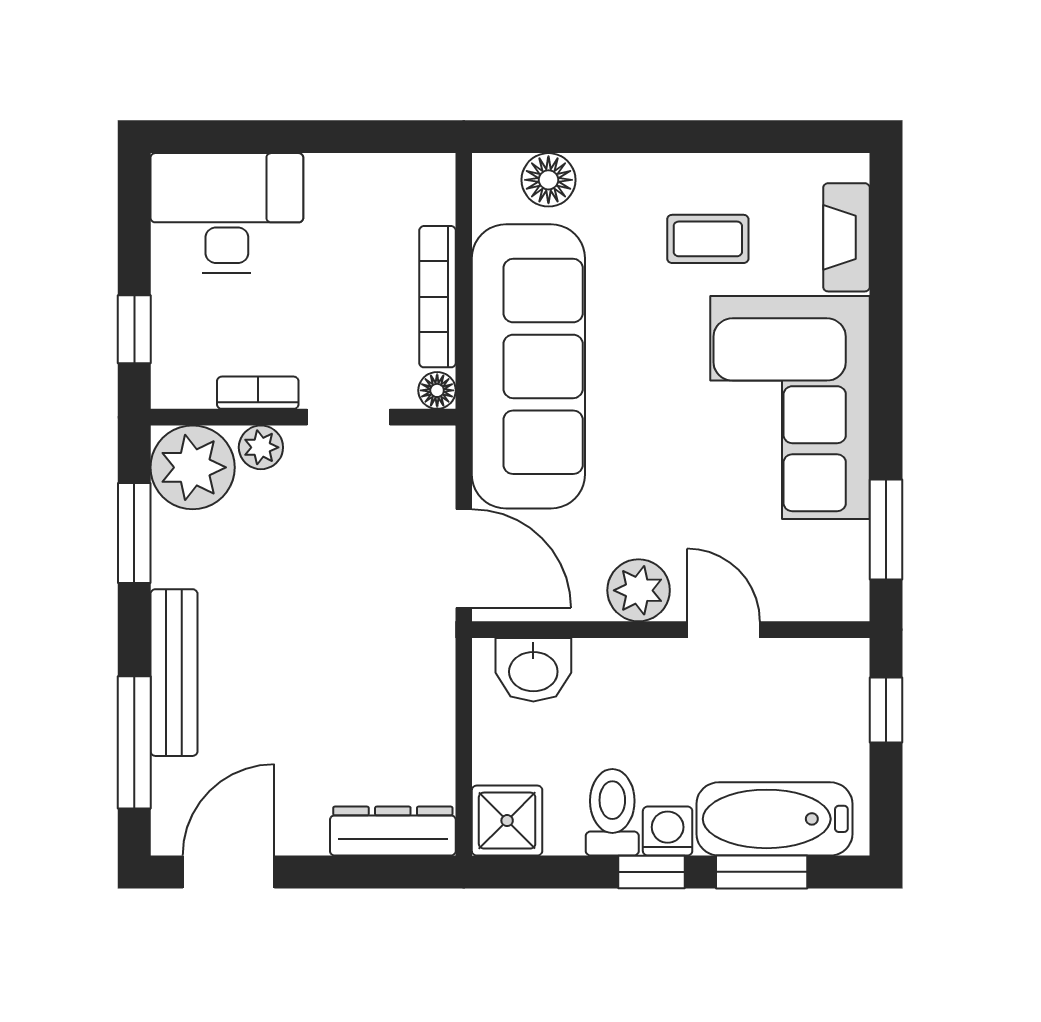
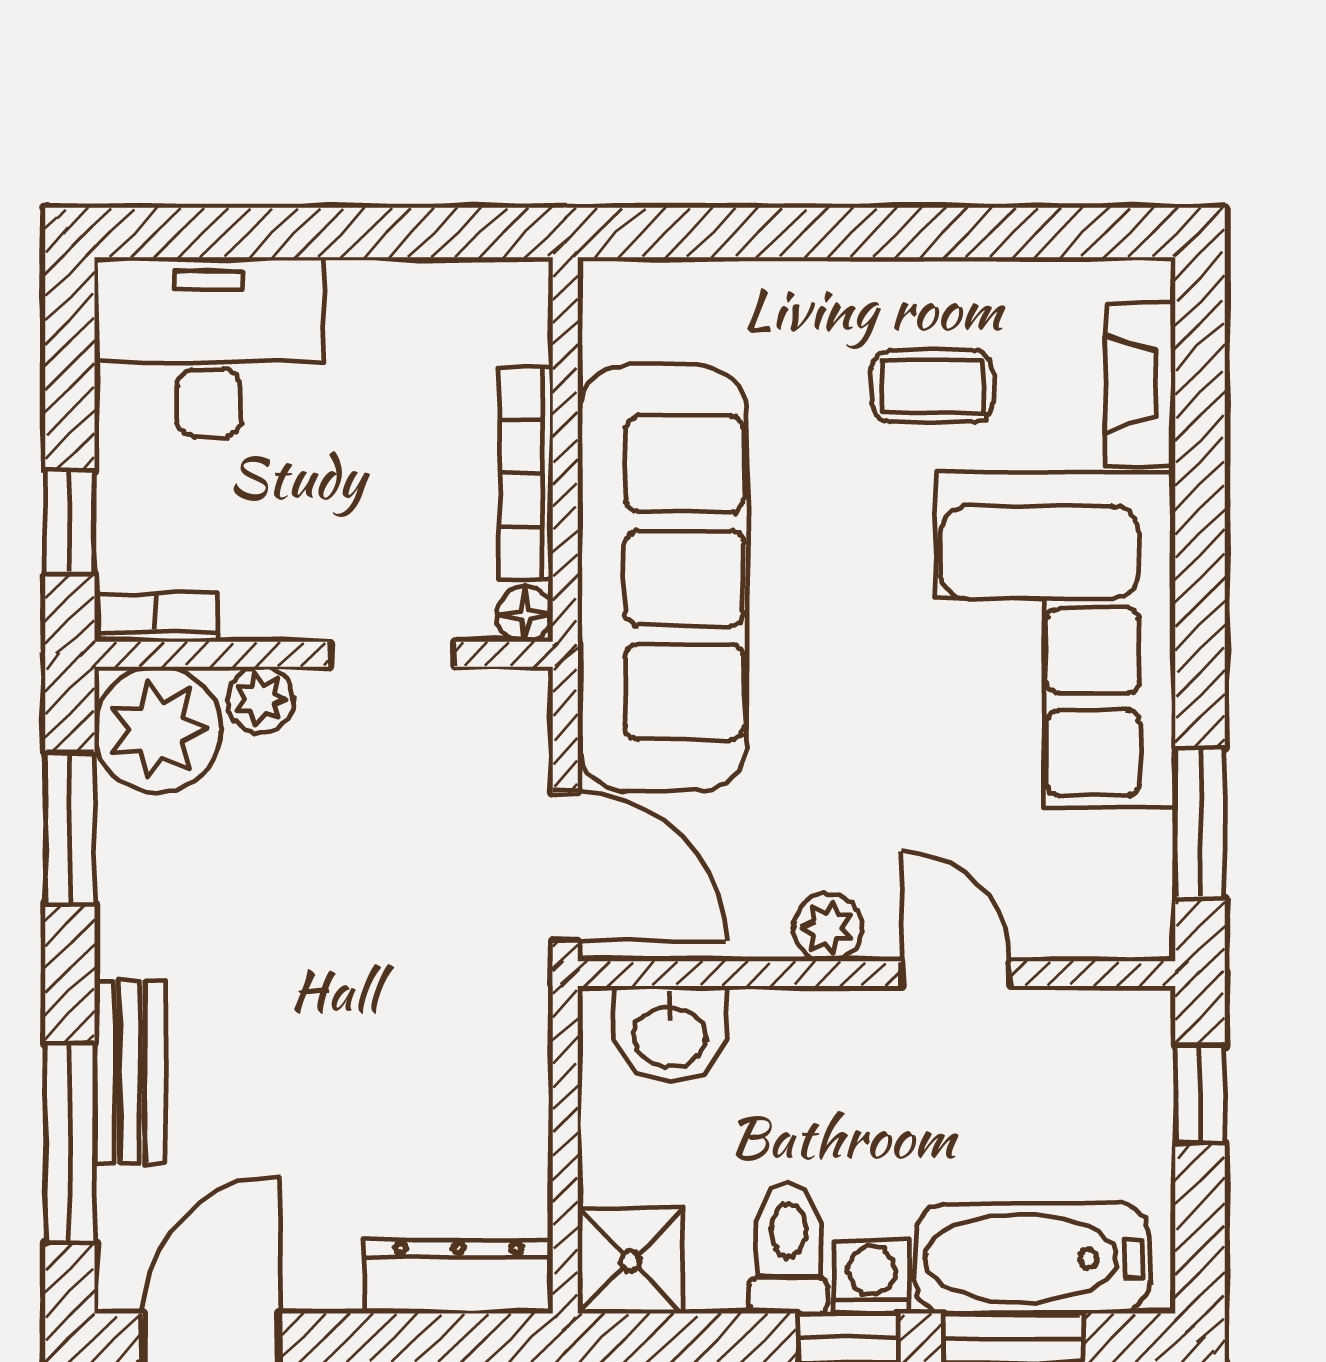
floor lamp: (548, 180) -> (693, 297), removed
bookcase: (258, 393) -> (155, 618), moved
plant: (639, 590) -> (828, 927), width x0.73, depth x0.73
bench: (174, 673) -> (130, 1072), width x0.73

